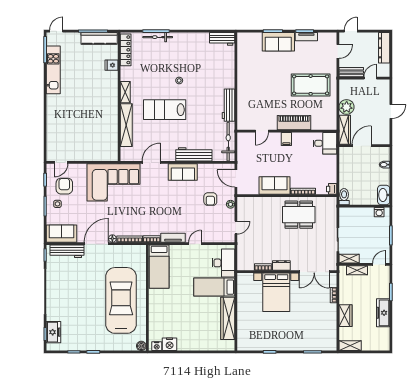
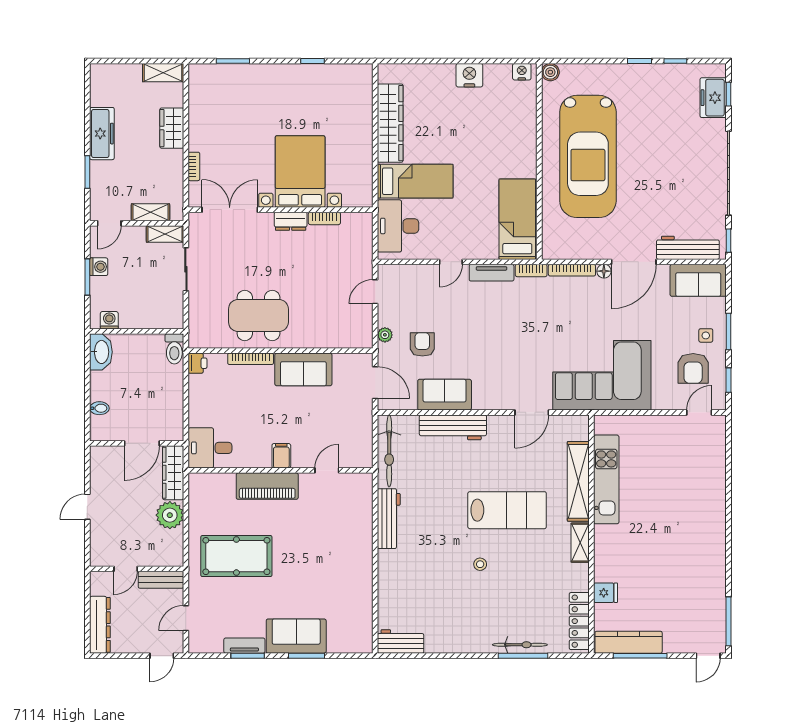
kitchen unit: (53, 70) -> (606, 479), moved, turned 180
sofa: (183, 172) -> (445, 395), moved
washing machine: (385, 241) -> (99, 267), added
nightstand: (170, 344) -> (469, 75), moved

